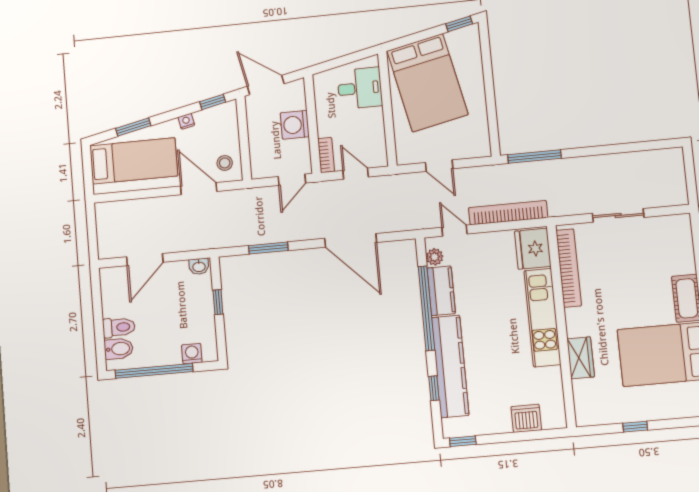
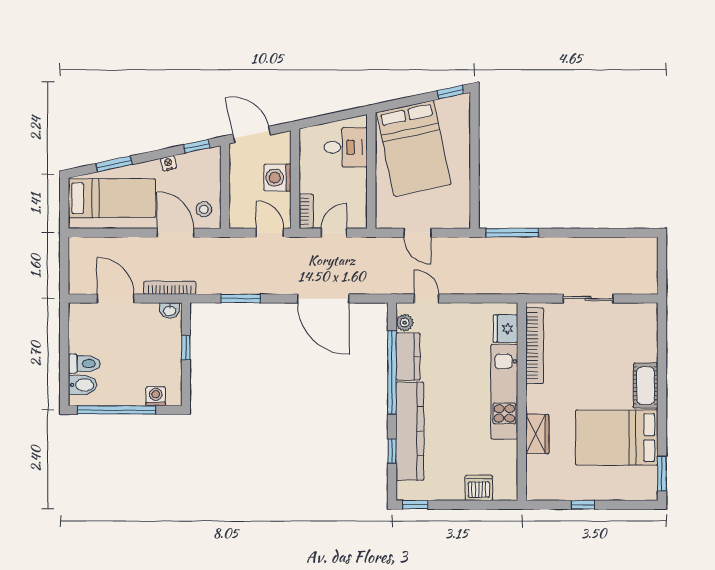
door: (356, 174) -> (334, 233), hinge flipped
door: (292, 180) -> (270, 233), swing flipped
bookcase: (508, 213) -> (170, 288), moved, width x0.68, depth x0.76
fridge: (533, 249) -> (506, 329), width x0.73, depth x0.75
door: (145, 260) -> (116, 299), swing flipped

